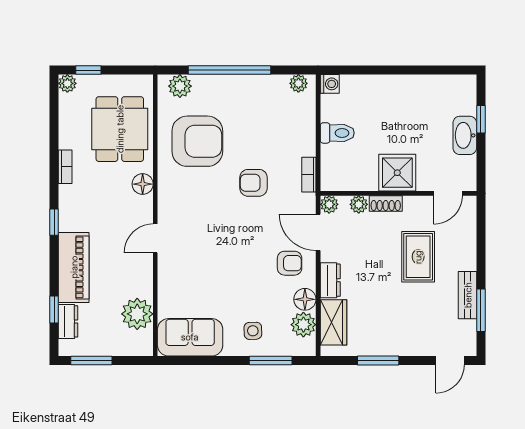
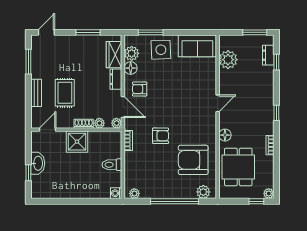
piano: (74, 267) -> (265, 87), removed
bench: (468, 295) -> (36, 93), moved
side table: (253, 331) -> (161, 50), width x1.87, depth x1.87

